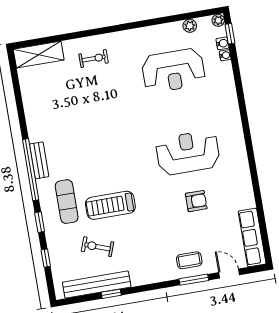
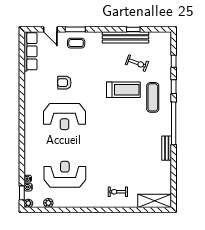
bench: (39, 160) -> (167, 148), moved
bench: (97, 285) -> (126, 37), moved

